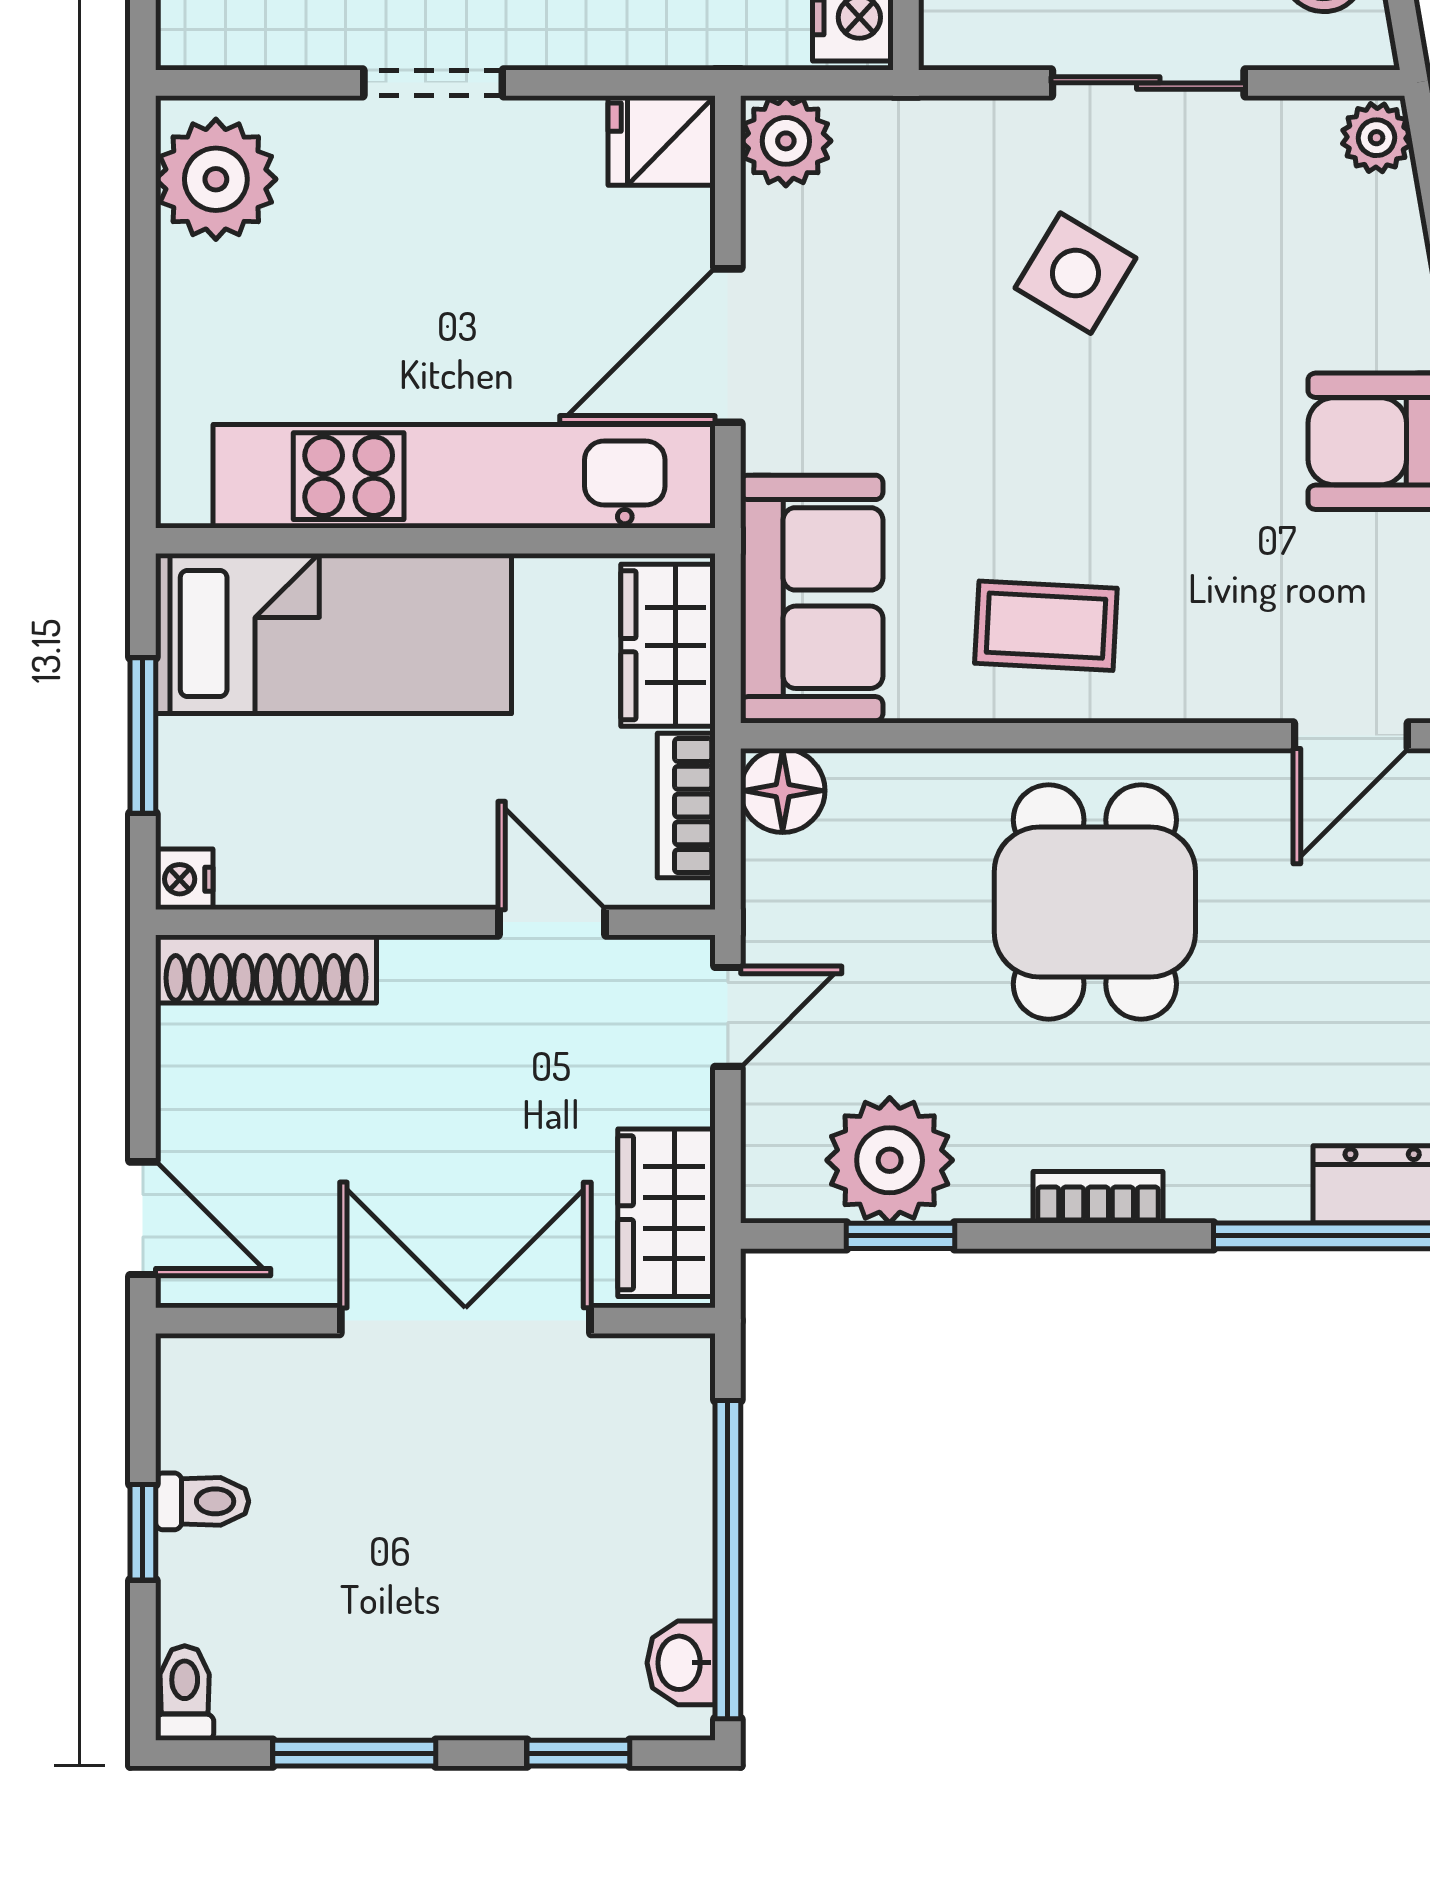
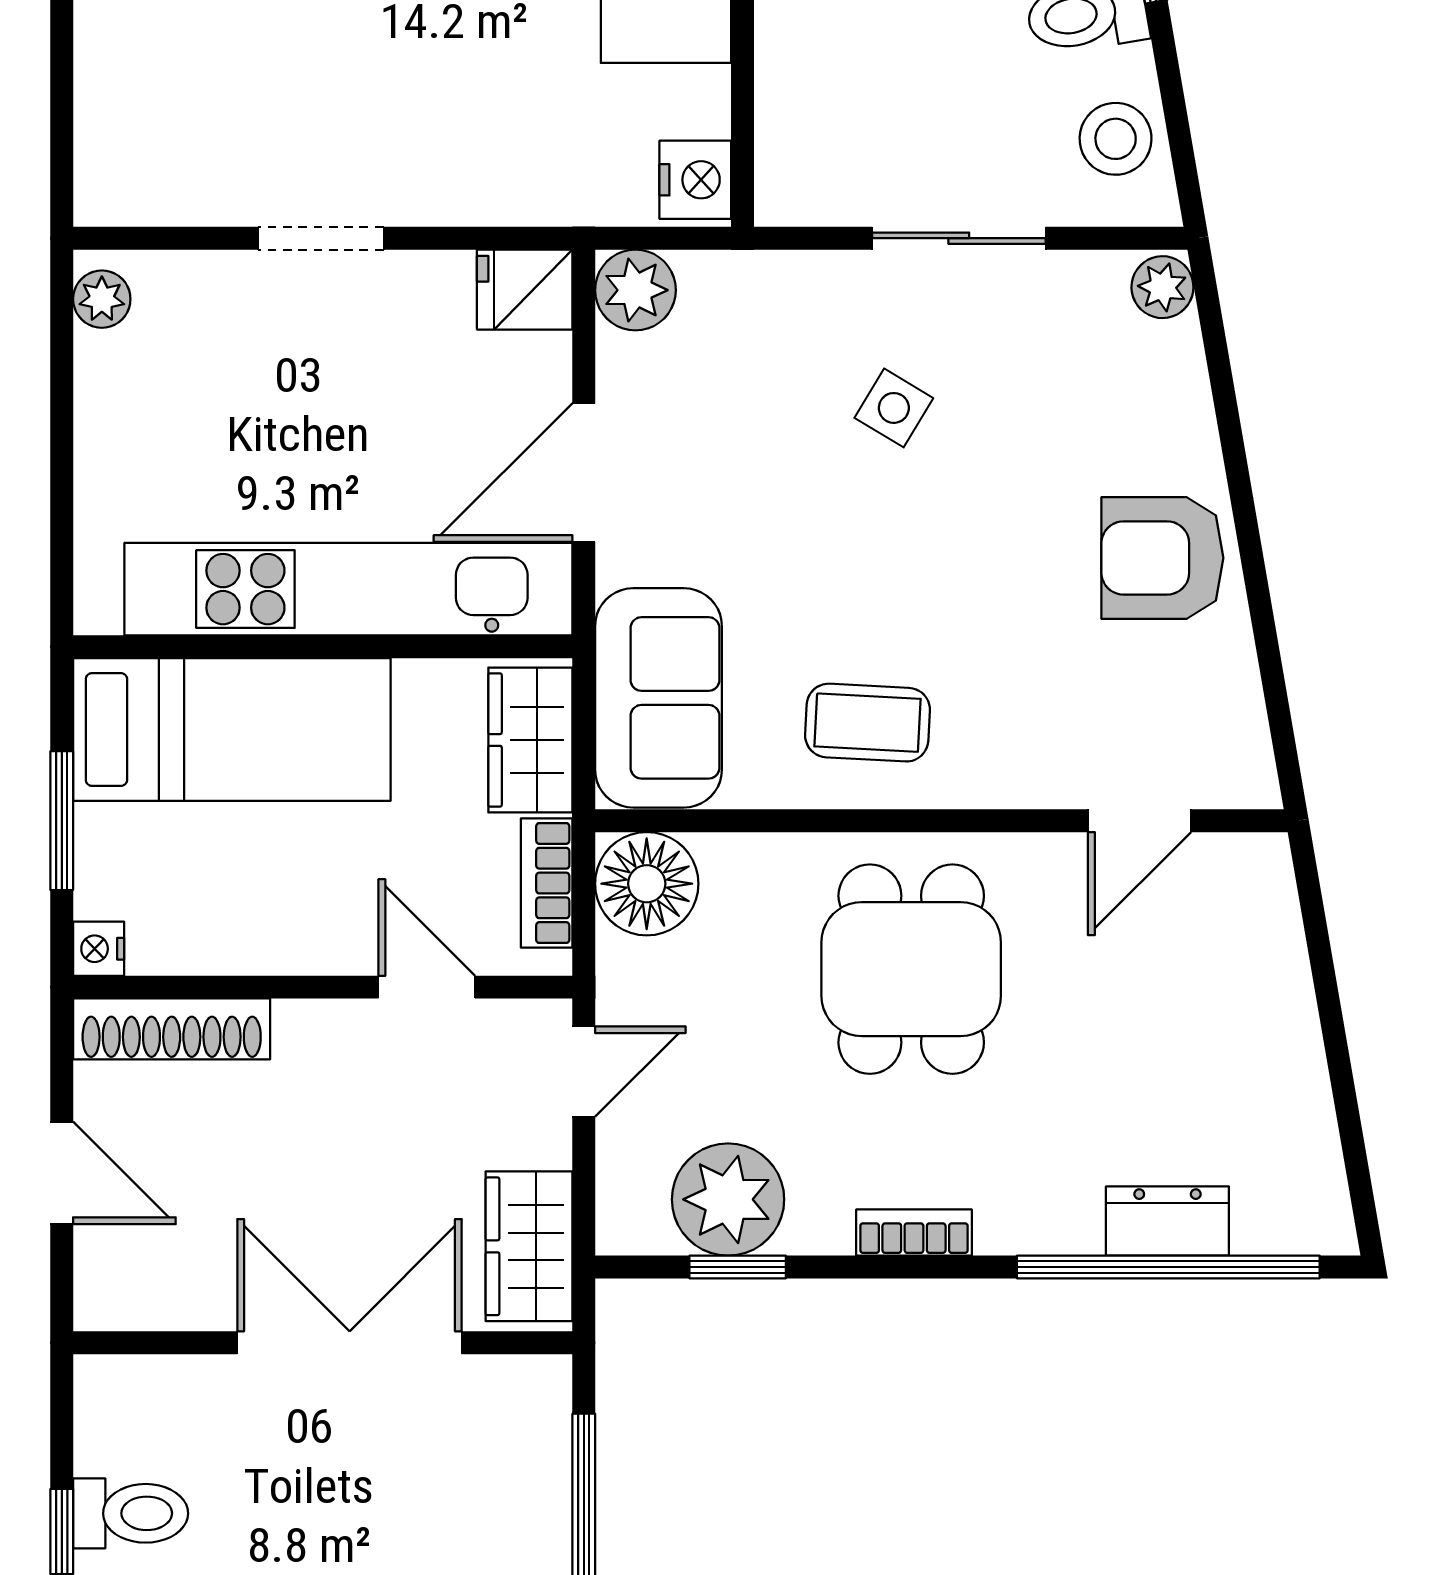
plant: (216, 179) -> (102, 299), width x0.53, depth x0.53
side table: (1075, 273) -> (894, 408), width x0.73, depth x0.73
floor lamp: (783, 791) -> (647, 884), width x1.38, depth x1.38
door: (143, 1218) -> (62, 1173), moved
toilet: (202, 1501) -> (131, 1513), width x1.37, depth x1.39

